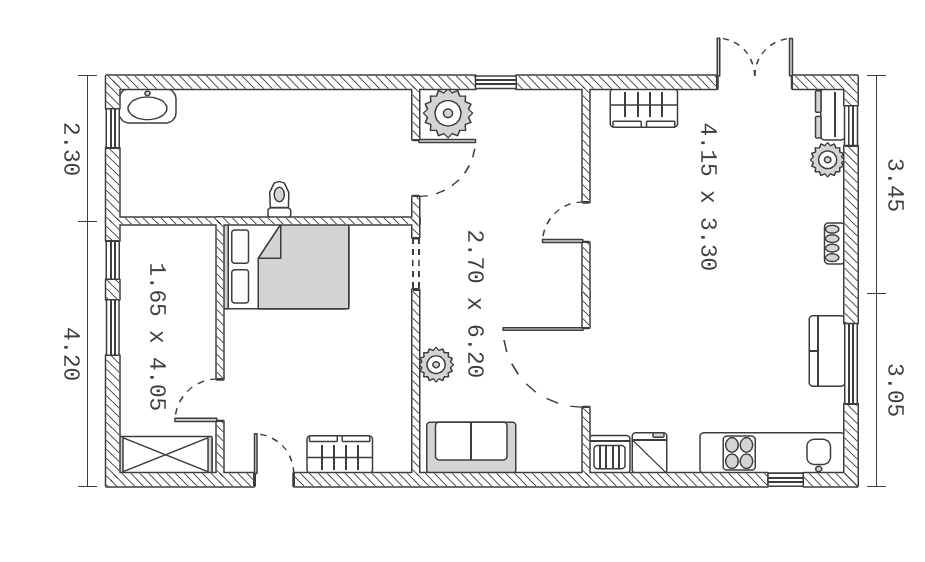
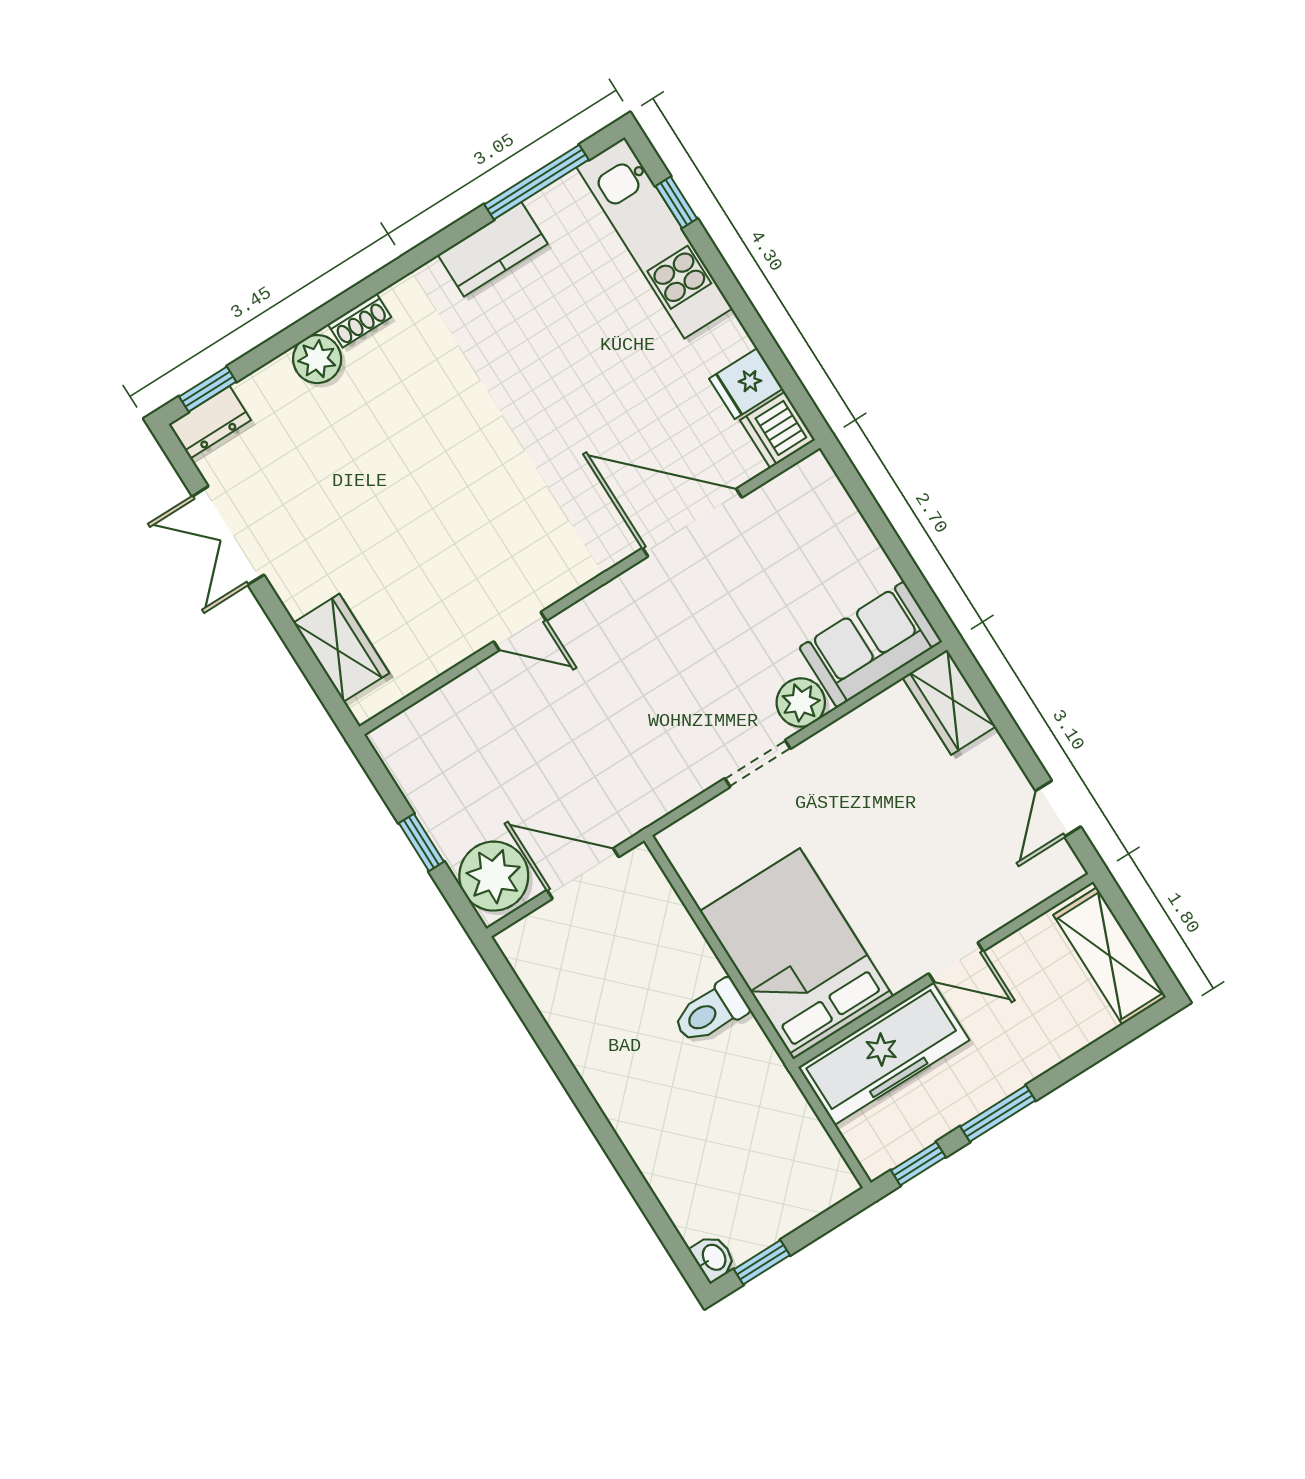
washbasin: (147, 106) -> (713, 1258), width x0.52, depth x0.69
plant: (828, 160) -> (317, 359), moved
toilet: (279, 200) -> (711, 1012), width x1.37, depth x1.39
doorway: (416, 264) -> (758, 764), moved
freezer: (192, 281) -> (884, 1054), added
window: (851, 364) -> (536, 182), moved
door: (586, 367) -> (692, 523), swing flipped
door: (220, 400) -> (956, 962), moved
sofa: (471, 448) -> (871, 645), moved, turned 90
wardrobe: (340, 455) -> (949, 702), moved

